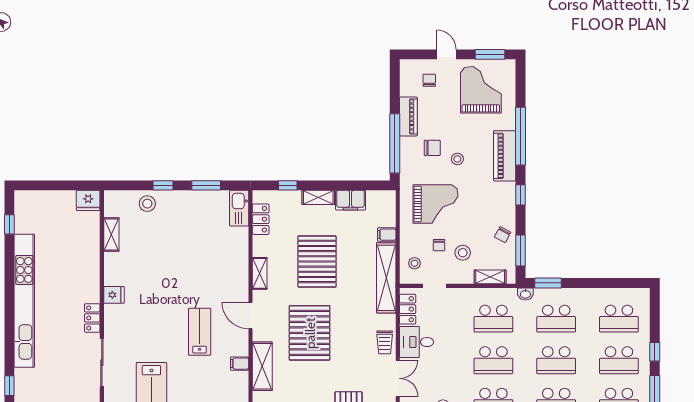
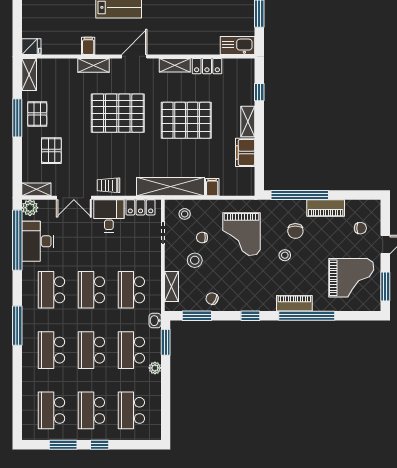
piano: (505, 156) -> (294, 303), width x0.73, depth x0.75
locker: (261, 219) -> (207, 66), moved
plant: (575, 294) -> (155, 368), added
shelving: (262, 366) -> (93, 65), width x0.67, depth x0.75

